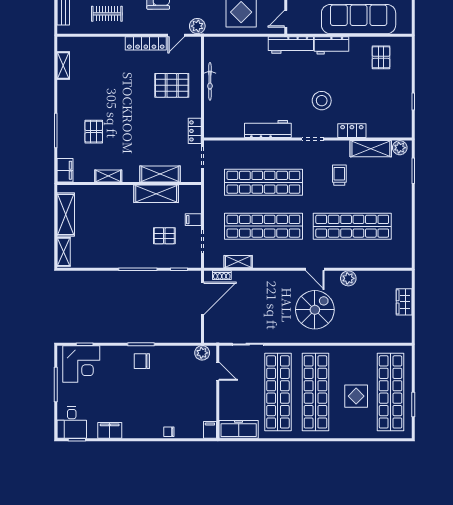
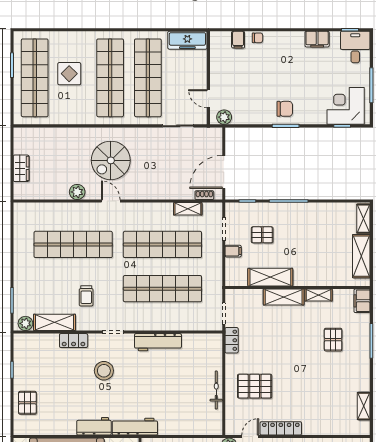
pallet: (381, 57) -> (27, 403), moved
shelving: (160, 174) -> (284, 297), moved
filing cabinet: (210, 430) -> (238, 40), moved

